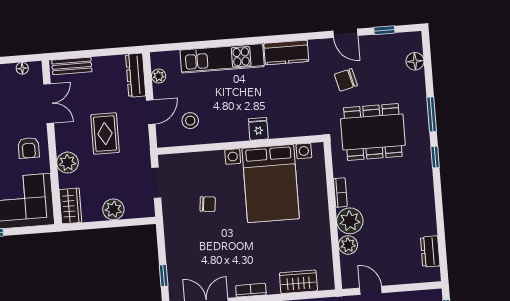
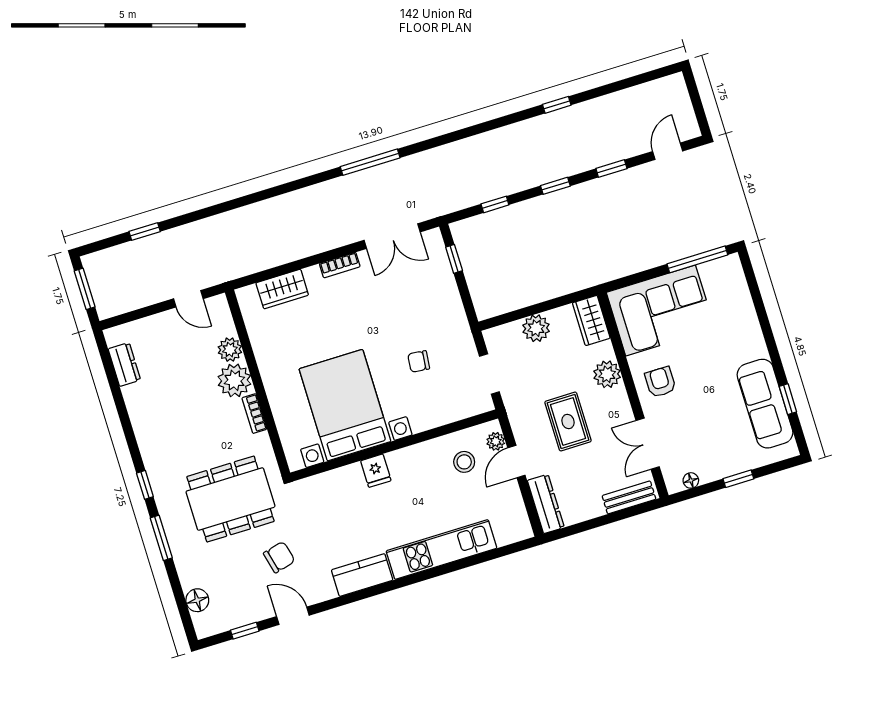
plant: (159, 76) -> (496, 441), moved

